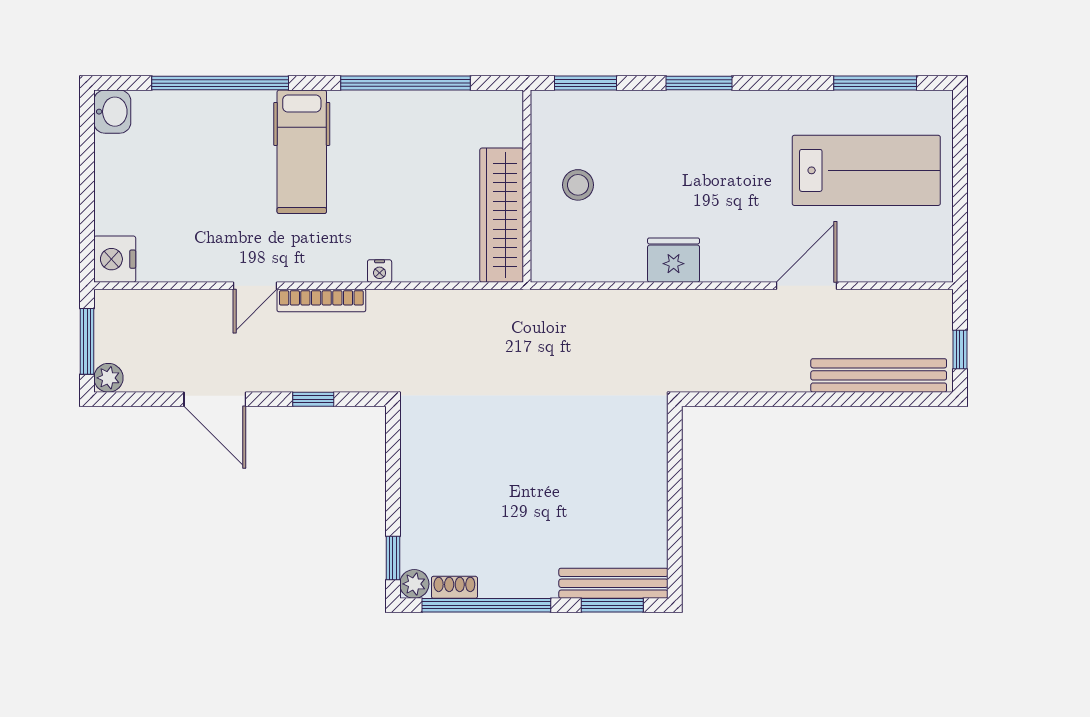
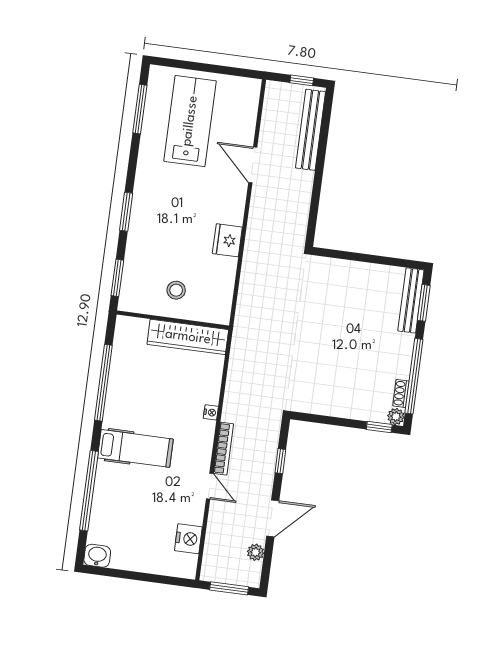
nightstand: (115, 259) -> (188, 539), moved, turned -90
plant: (108, 378) -> (256, 552), moved

